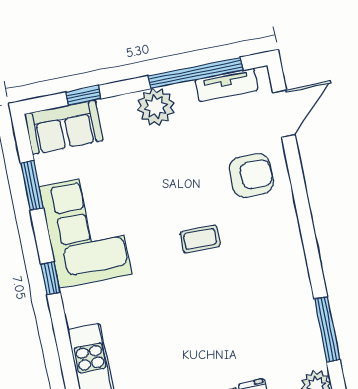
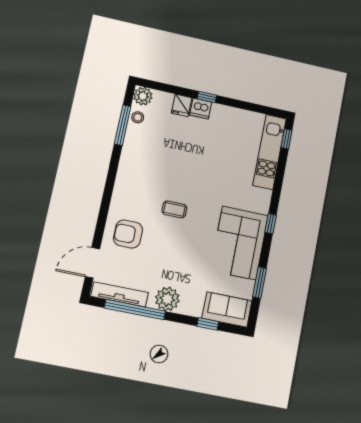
tv unit: (226, 85) -> (120, 294), width x1.41
stool: (310, 351) -> (138, 117), added

